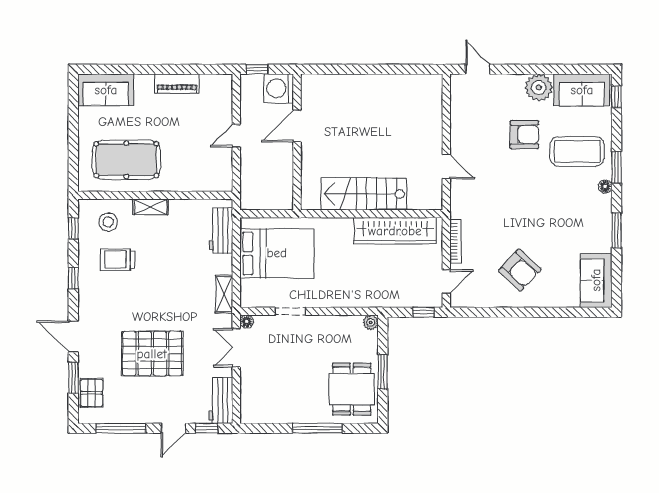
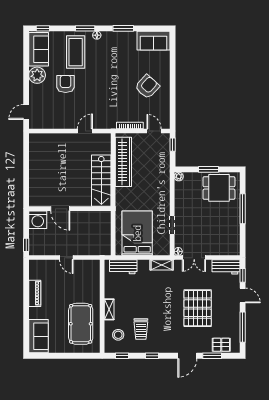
washing machine: (279, 88) -> (38, 220), moved
door: (297, 126) -> (60, 209), moved
wall: (297, 142) -> (70, 209), moved

